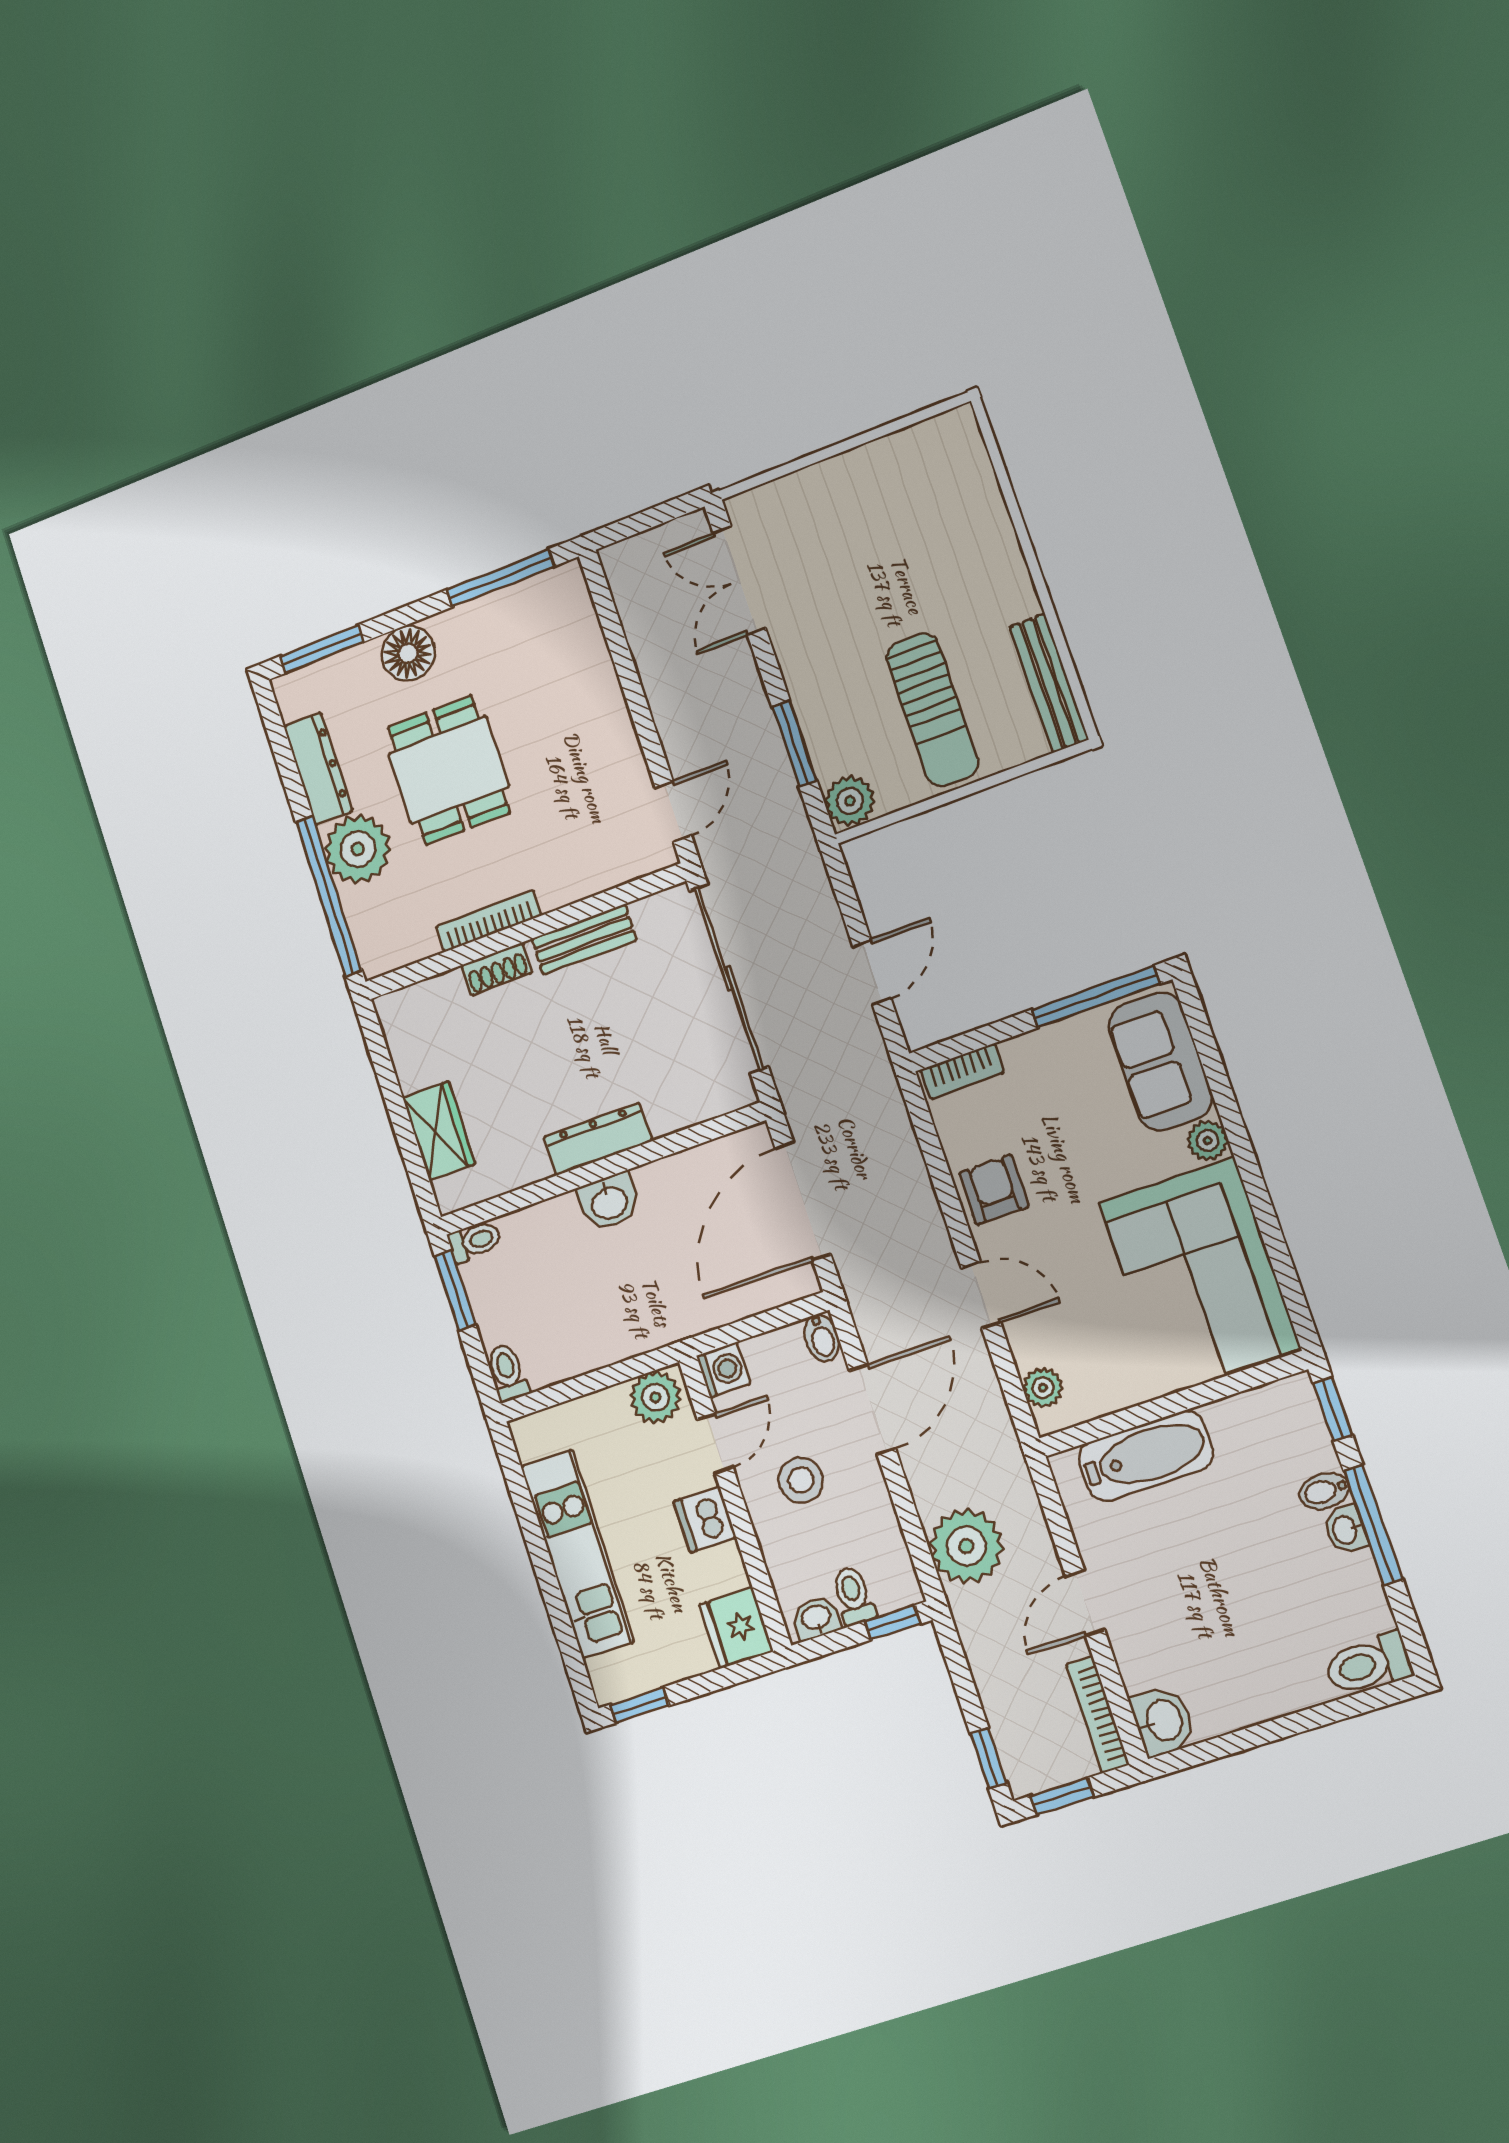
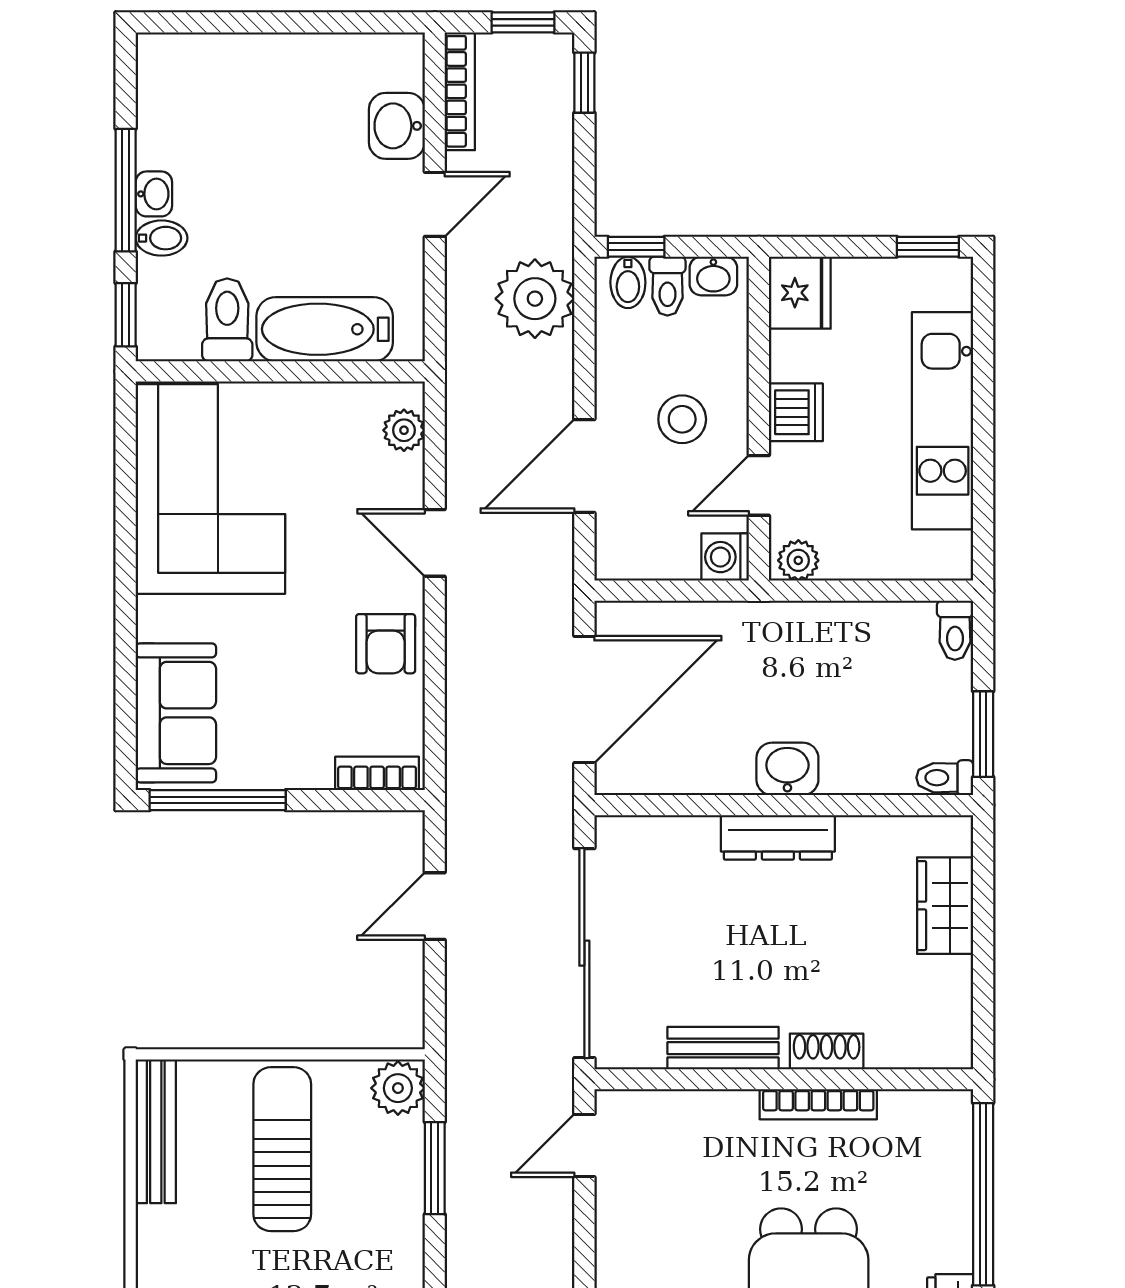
plant: (358, 849) -> (935, 1232), removed
plant: (1208, 1140) -> (156, 619), removed
bidet: (822, 1338) -> (628, 282), moved, turned 180
plant: (655, 1397) -> (798, 560), width x0.73, depth x0.73
toilet: (1368, 1664) -> (227, 320), moved, turned -90
washbasin: (1163, 1721) -> (397, 126), moved

